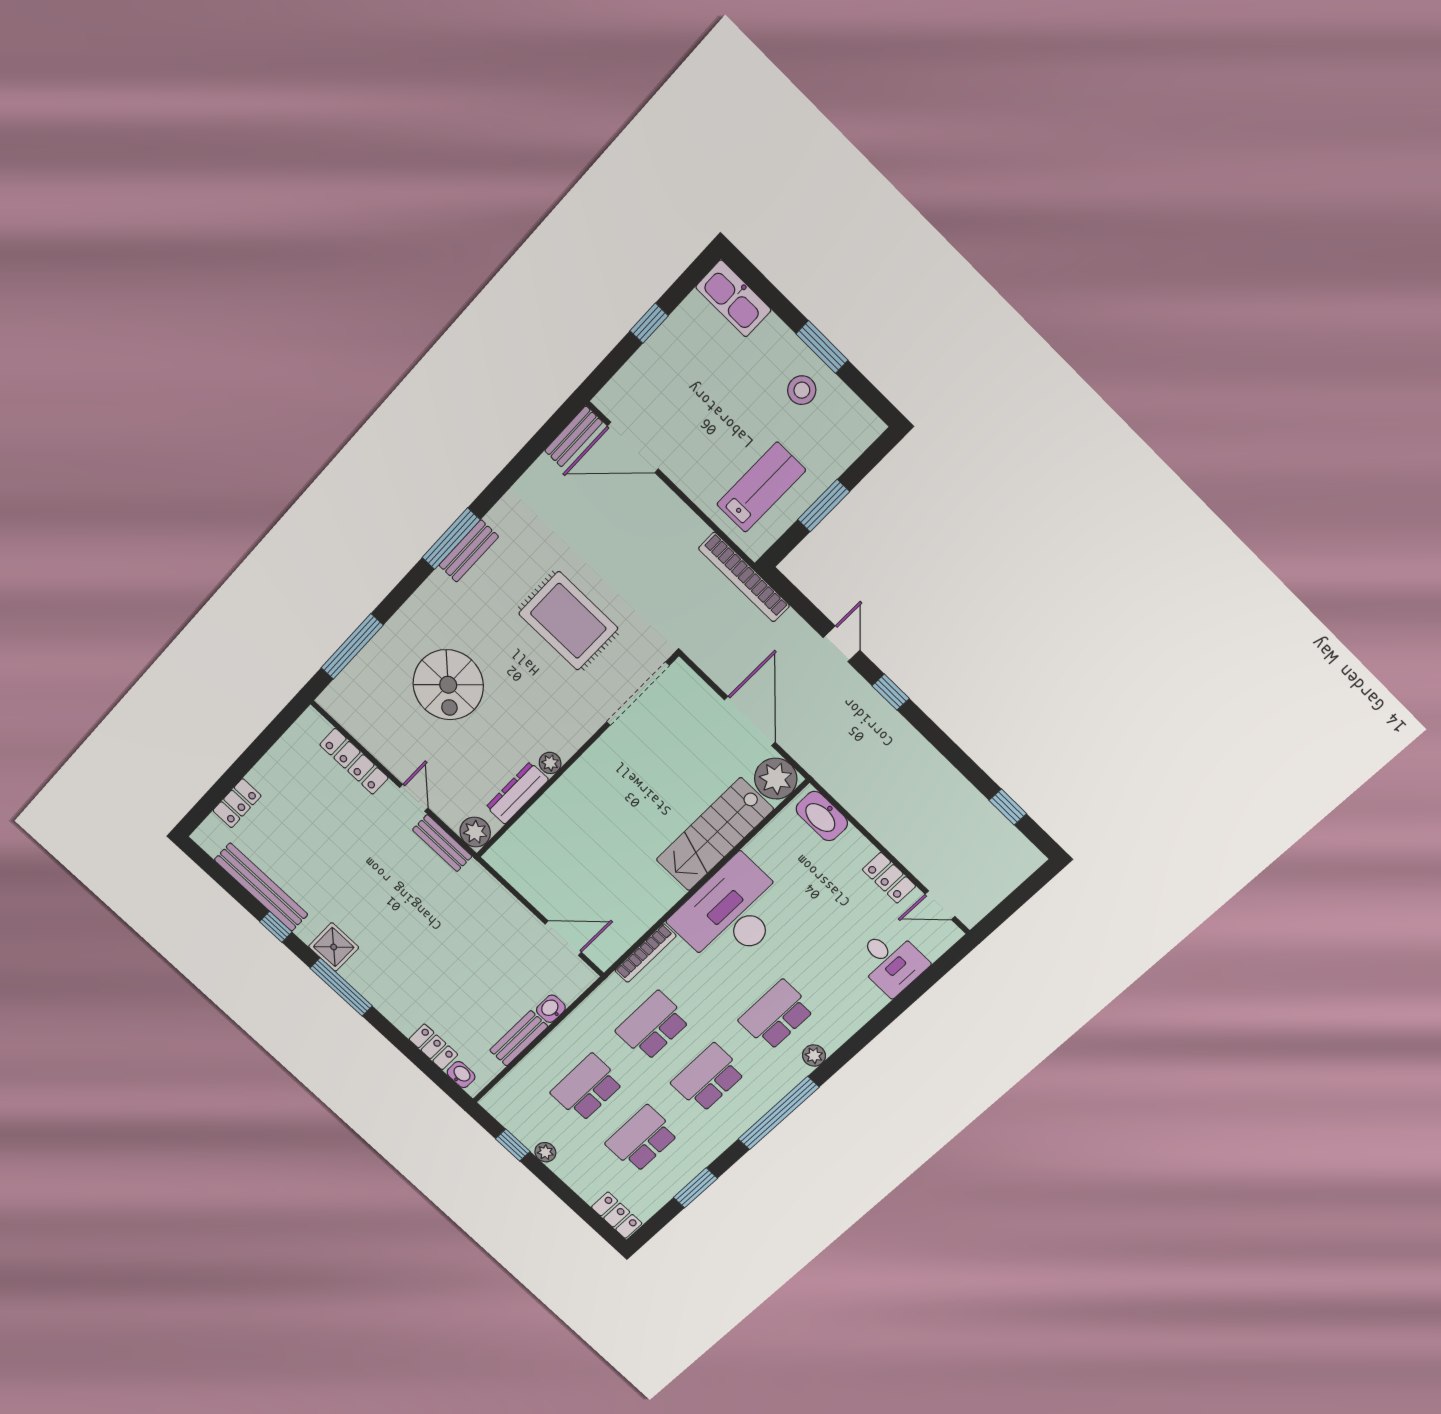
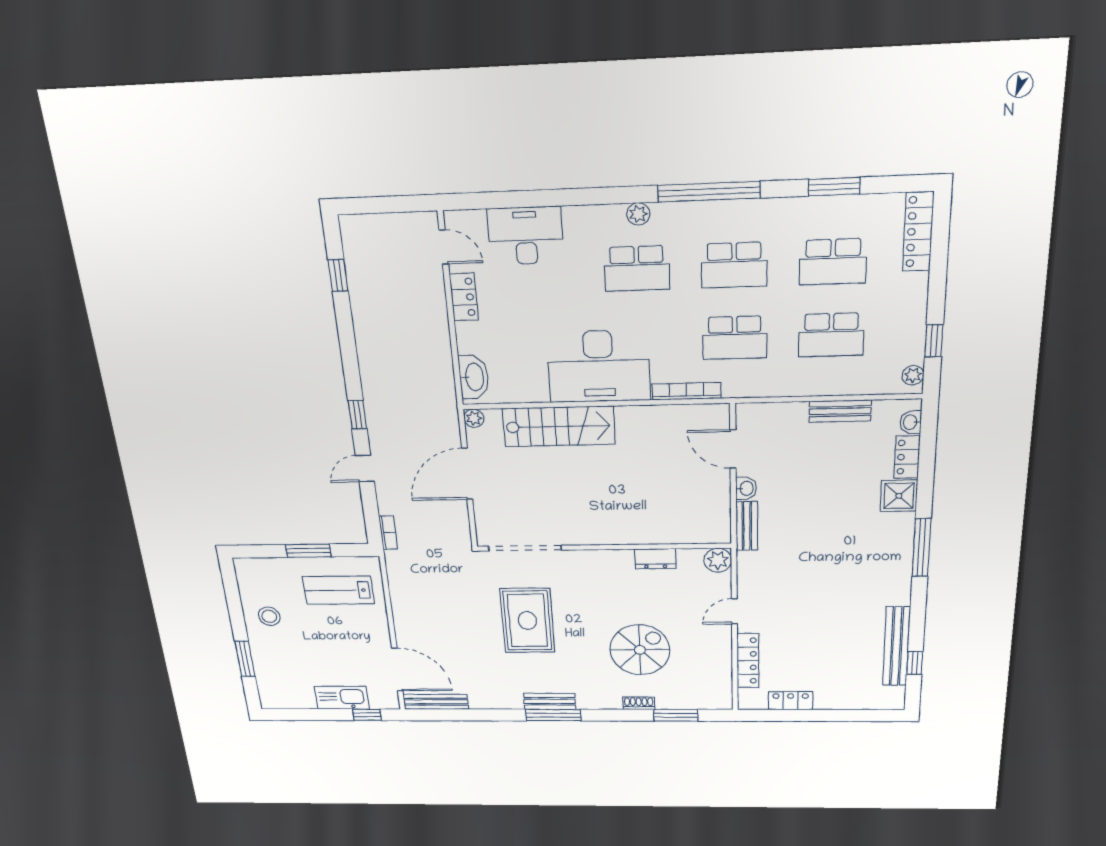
kitchen sink: (733, 298) -> (342, 698), moved, turned -90
window: (649, 323) -> (367, 715), moved
window: (822, 347) -> (245, 659), moved
bench: (574, 436) -> (436, 702), width x1.36
bookcase: (744, 577) -> (388, 533), width x0.43, depth x0.76
shoe rack: (394, 628) -> (639, 703), added
window: (352, 646) -> (676, 715), width x0.69
plant: (550, 763) -> (624, 557), removed
plant: (776, 779) -> (474, 418), width x0.53, depth x0.53
dresser: (517, 793) -> (655, 559), width x0.70
locker: (237, 803) -> (791, 701), moved
bench: (442, 843) -> (747, 526), moved
window: (276, 927) -> (915, 663), moved
shower: (334, 947) -> (899, 496), moved
desk: (891, 962) -> (526, 236), width x1.37
washbasin: (551, 1009) -> (746, 488), moved, turned -90
plant: (545, 1152) -> (913, 375), moved
locker: (617, 1215) -> (918, 232), width x1.53

